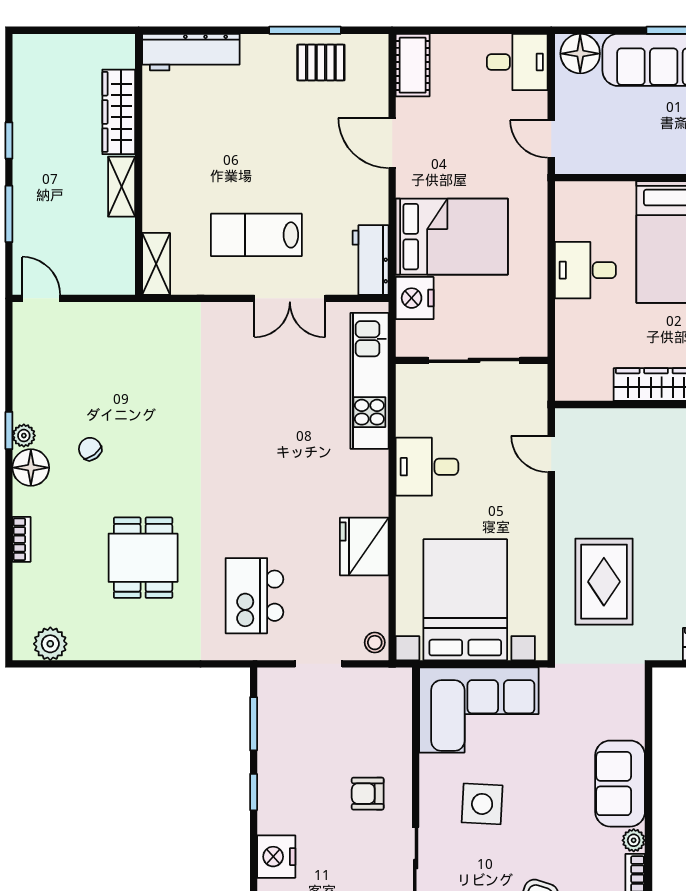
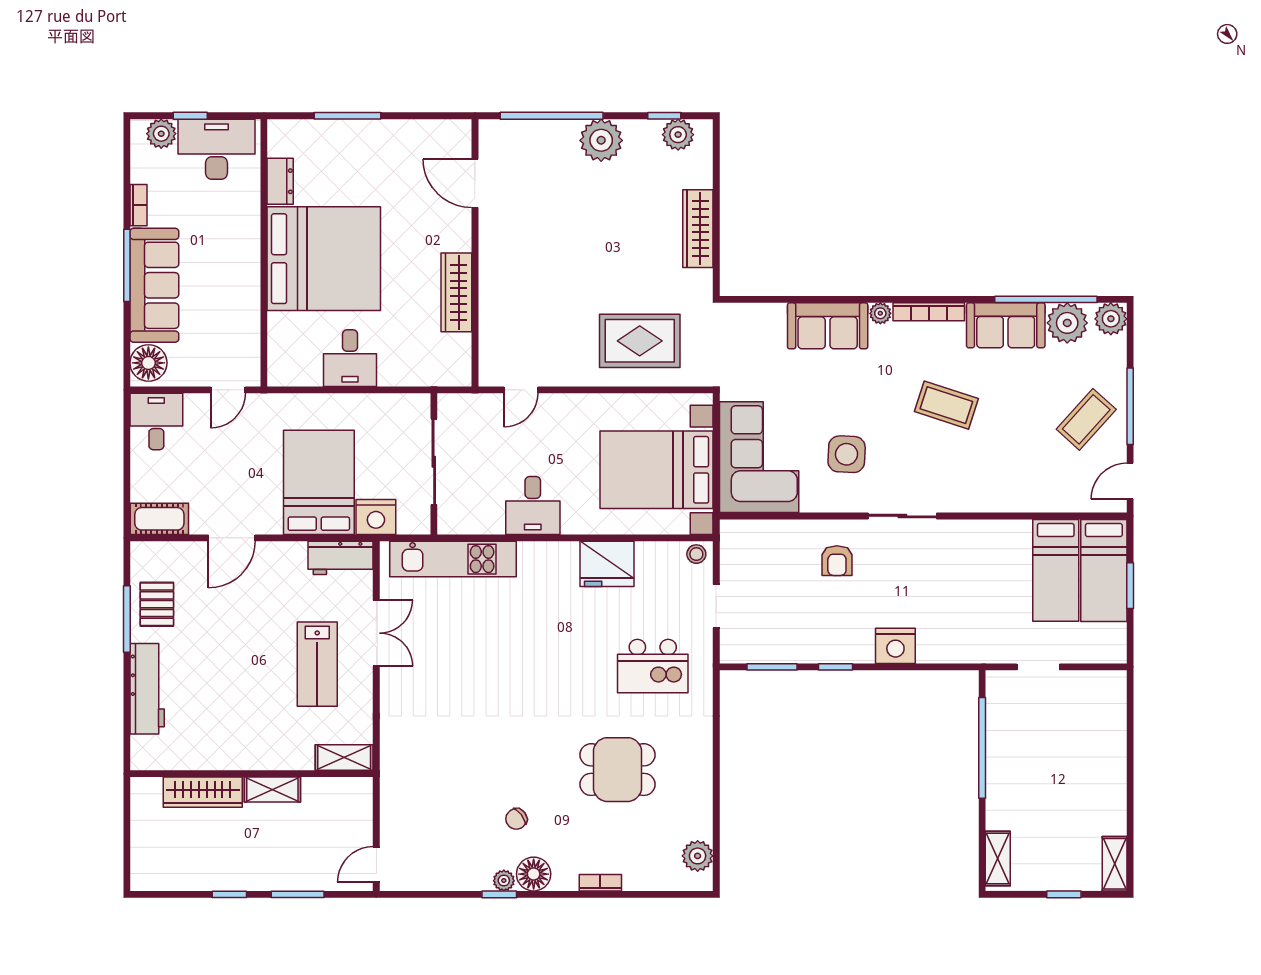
workbench: (191, 52) -> (147, 689), moved

